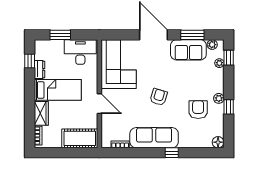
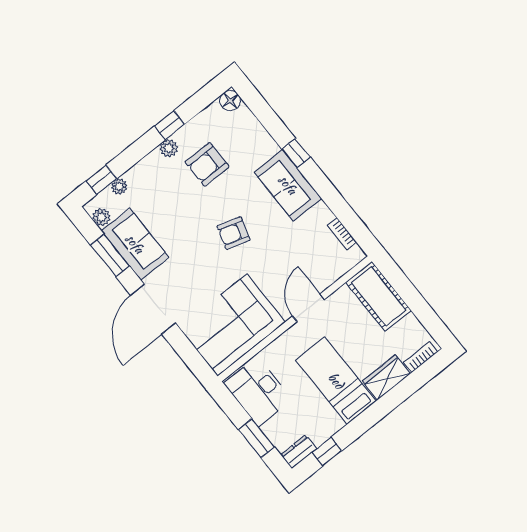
dresser: (40, 69) -> (299, 452), moved
sofa: (154, 138) -> (288, 185), width x0.73

